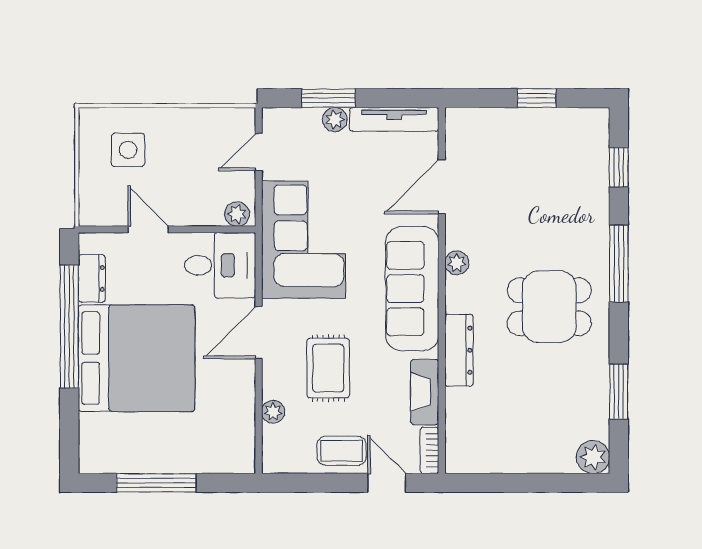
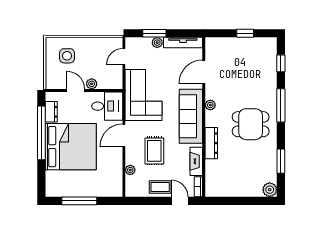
plant: (237, 214) -> (92, 84), moved

